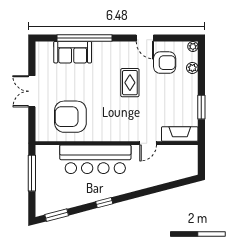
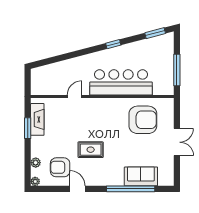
rug: (130, 83) -> (91, 150), turned 90
fireplace: (180, 134) -> (37, 119), moved, turned -90

